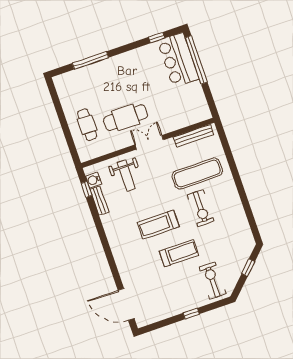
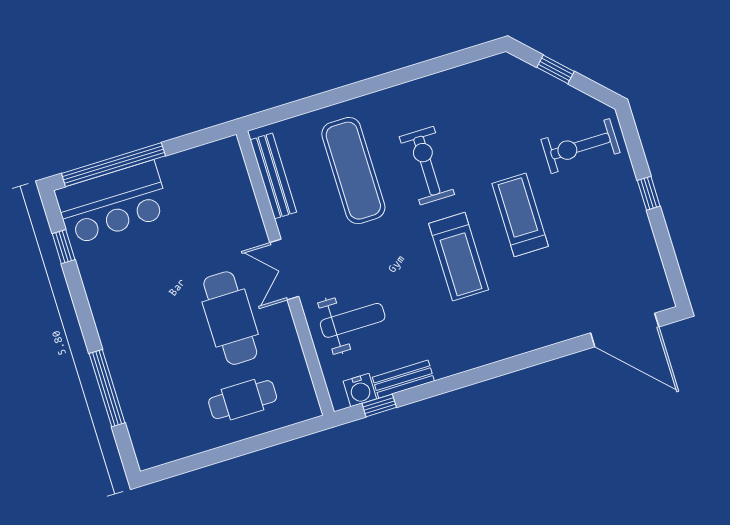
exercise bike: (201, 208) -> (427, 166), turned -90
door: (126, 304) -> (625, 330), hinge flipped

